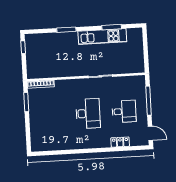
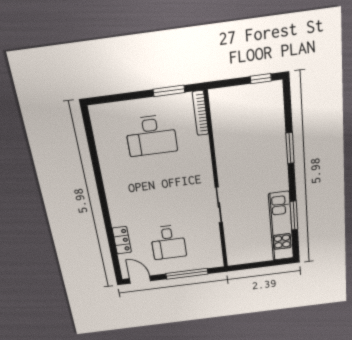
kitchen unit: (102, 37) -> (281, 226), moved
desk: (88, 113) -> (151, 135), moved
door: (150, 133) -> (140, 280), swing flipped

